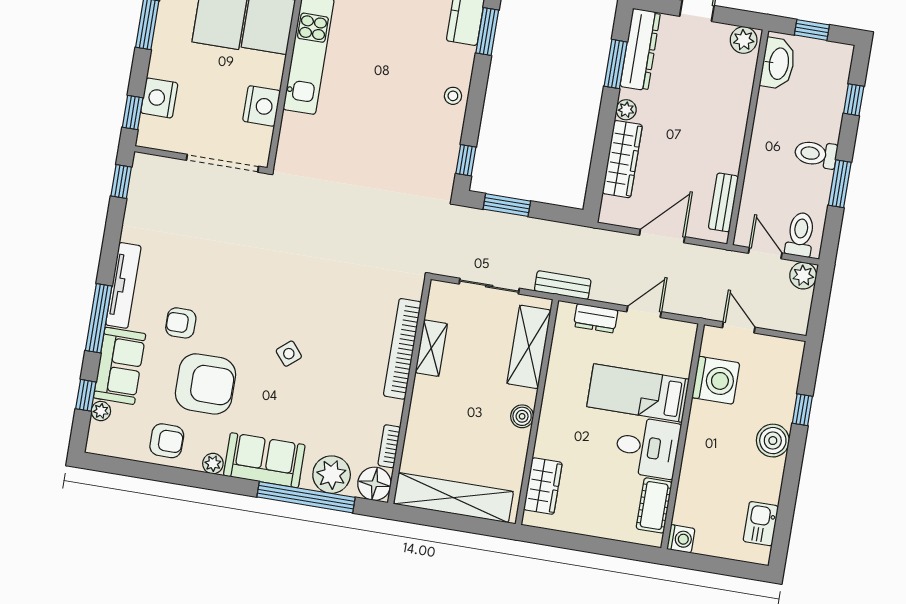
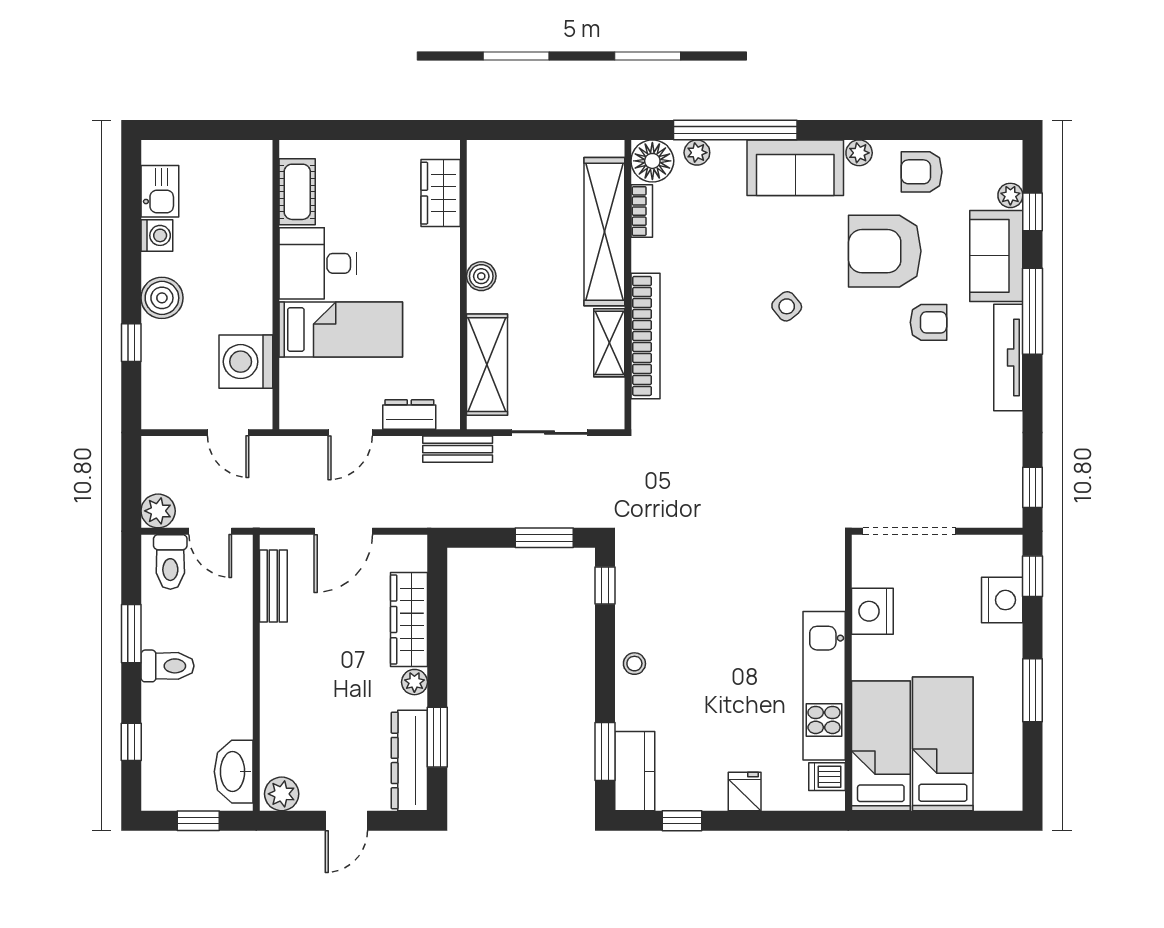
plant: (332, 475) -> (697, 153), width x0.53, depth x0.53
shelving: (453, 498) -> (604, 232), moved, turned 90
washing machine: (681, 539) -> (157, 235), moved, turned 180

